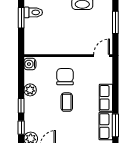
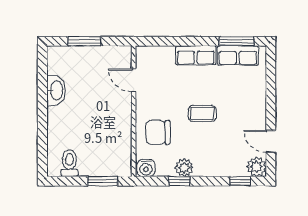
window: (21, 18) -> (103, 181), moved
door: (102, 56) -> (134, 80), moved
chair: (65, 77) -> (158, 132), moved
window: (21, 106) -> (179, 181), moved

